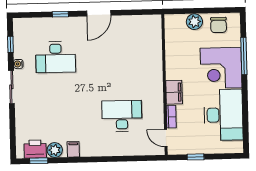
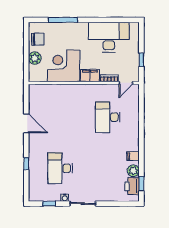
door: (99, 13) -> (26, 123), moved
desk: (56, 57) -> (60, 168), turned 180
corner desk: (221, 68) -> (64, 66), moved, turned 180

